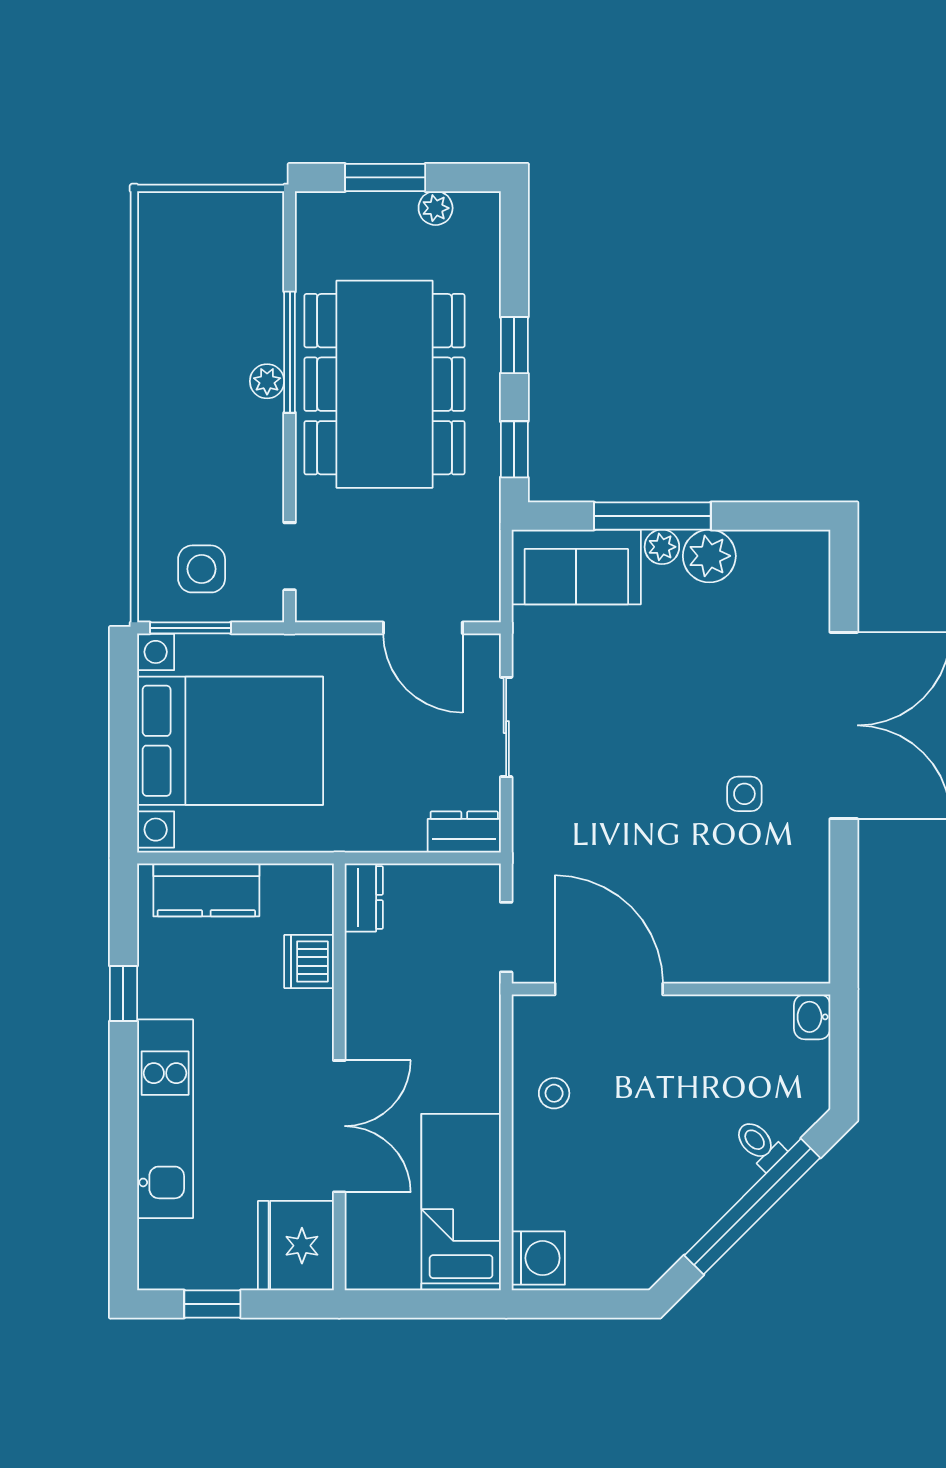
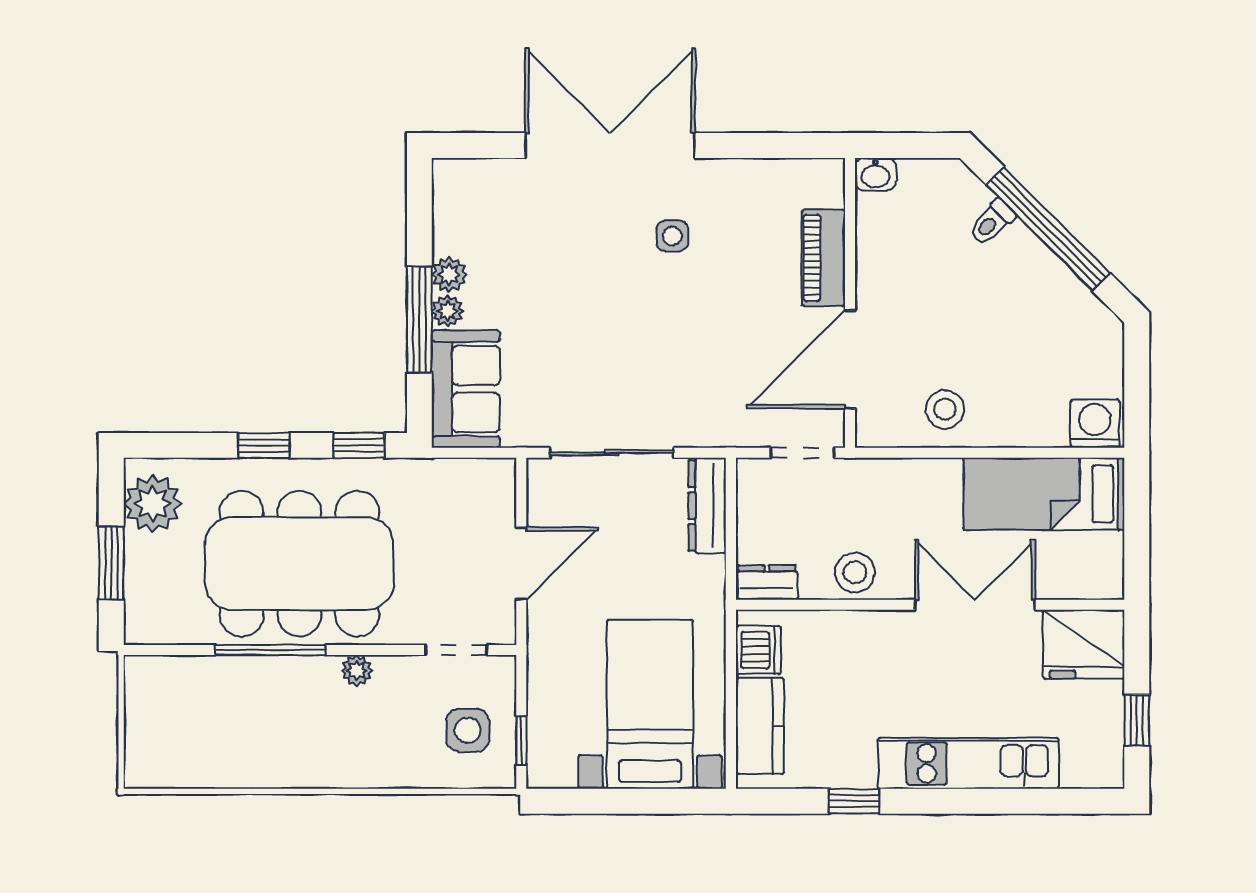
plant: (436, 208) -> (153, 504), width x1.88, depth x1.88
plant: (267, 381) -> (357, 671), moved
plant: (709, 556) -> (449, 274), width x0.73, depth x0.73
window: (190, 628) -> (521, 740), width x0.67
door: (423, 628) -> (521, 563), moved
sliding door: (506, 727) -> (612, 453), width x1.37
bed with nightstands: (230, 741) -> (650, 704), width x0.73
dresser: (464, 832) -> (707, 506), width x1.44
piano: (720, 960) -> (823, 258), added
dishwasher: (309, 962) -> (758, 650), moved, turned -90
stool: (375, 994) -> (855, 573), added
stool: (554, 1093) -> (945, 409), width x1.37, depth x1.37

